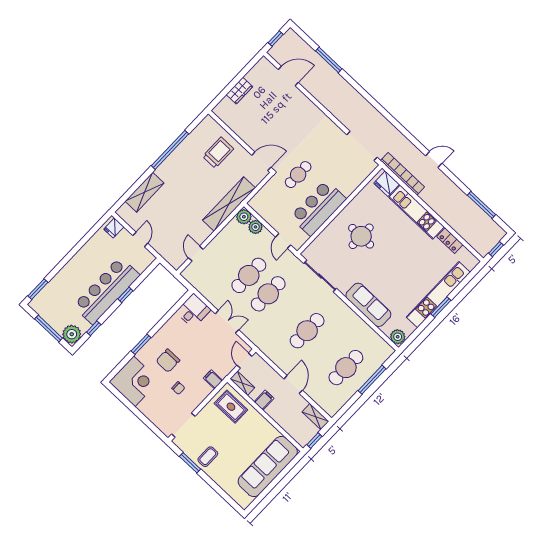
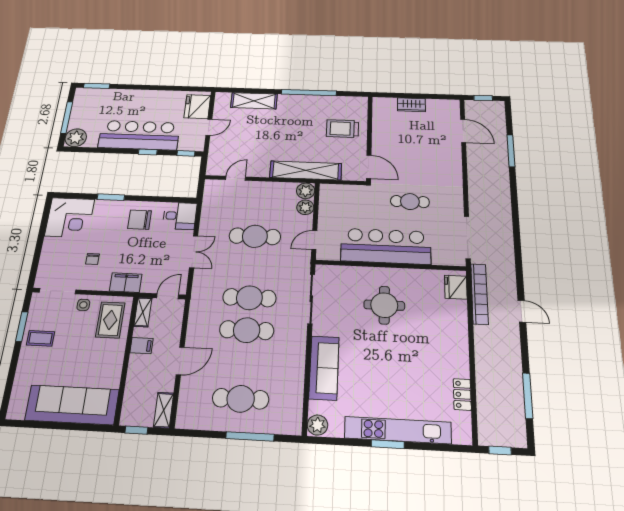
trolley: (218, 153) -> (342, 129), turned 180
cafe table: (298, 175) -> (410, 202), moved
bar counter: (318, 208) -> (386, 246), width x1.36
kitchen unit: (416, 212) -> (457, 338), removed
fridge: (114, 228) -> (197, 107), width x1.88, depth x1.34
cafe table: (268, 294) -> (249, 298), moved
window: (94, 328) -> (186, 153), moved
chair: (168, 361) -> (140, 220), moved
filing cabinet: (213, 379) -> (126, 283), width x2.00
side table: (207, 416) -> (83, 305), added

